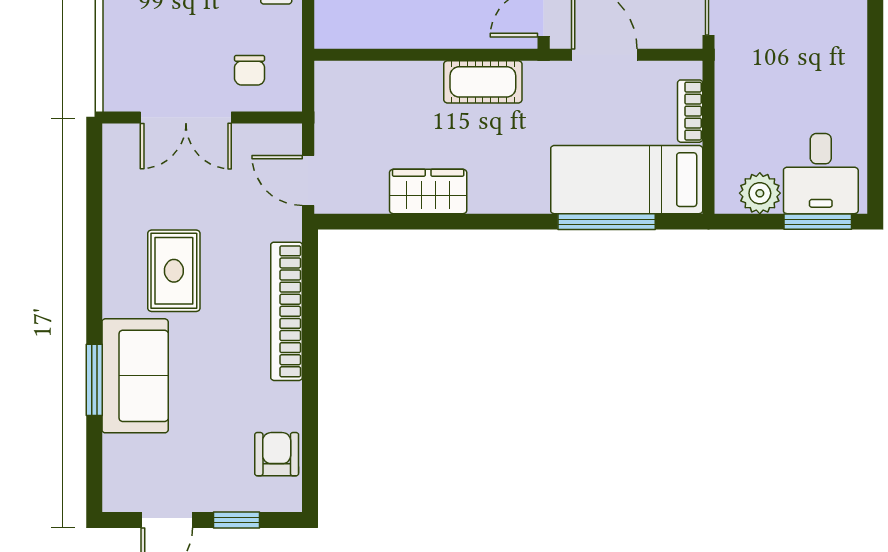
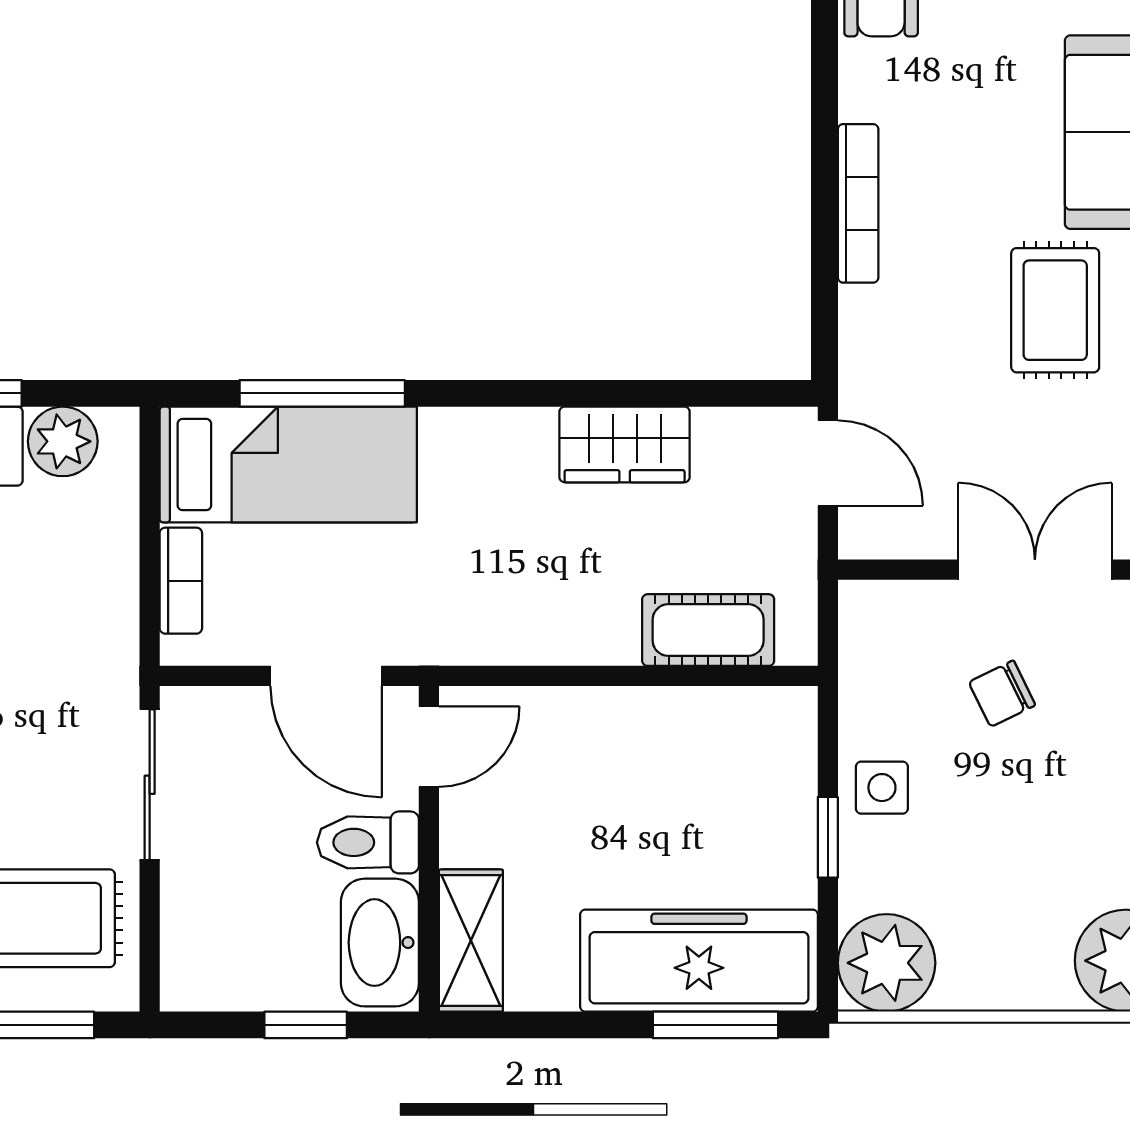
chair: (250, 70) -> (1002, 694), moved, turned -116
cot: (483, 82) -> (708, 630), moved
bookcase: (286, 311) -> (858, 203), width x0.68, depth x0.76

